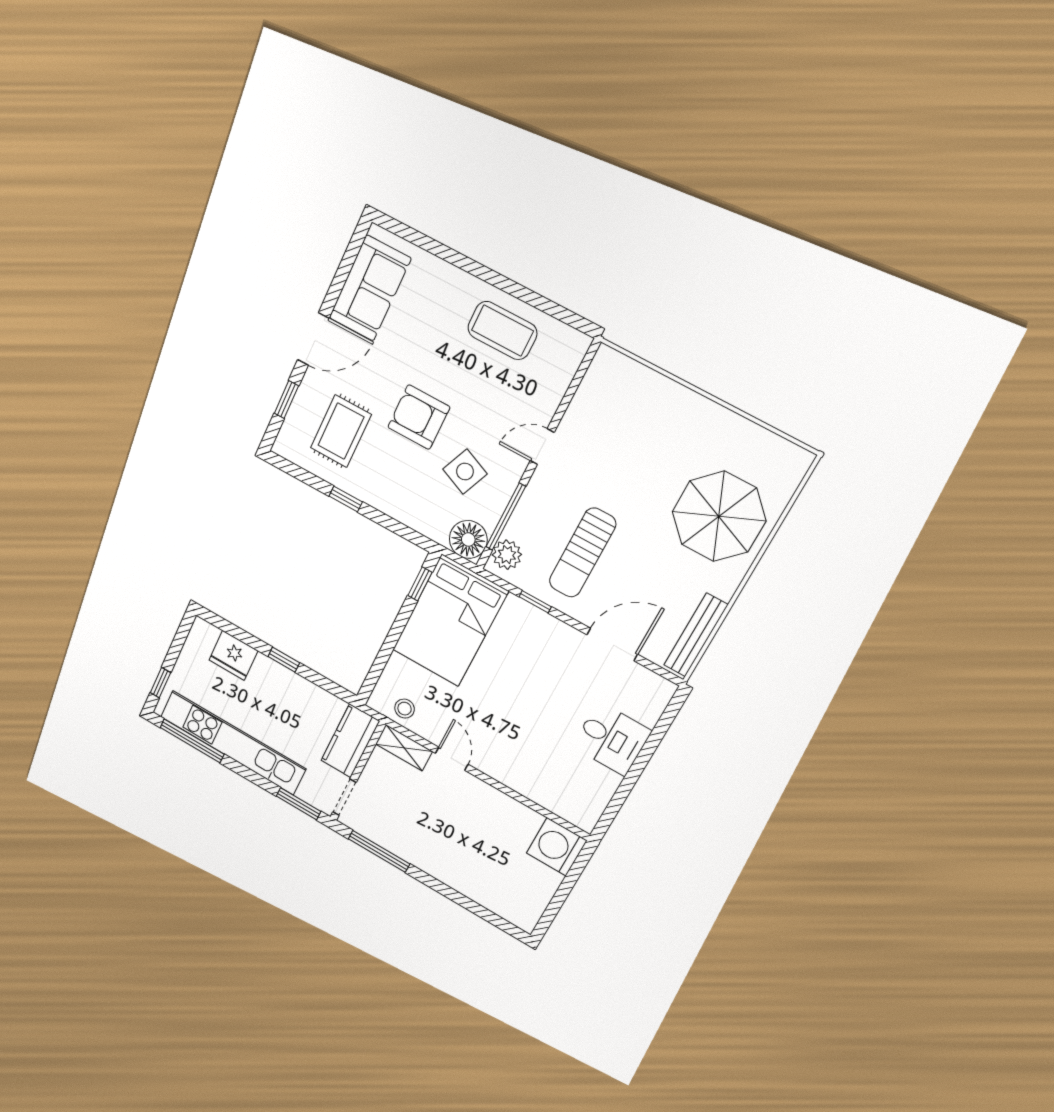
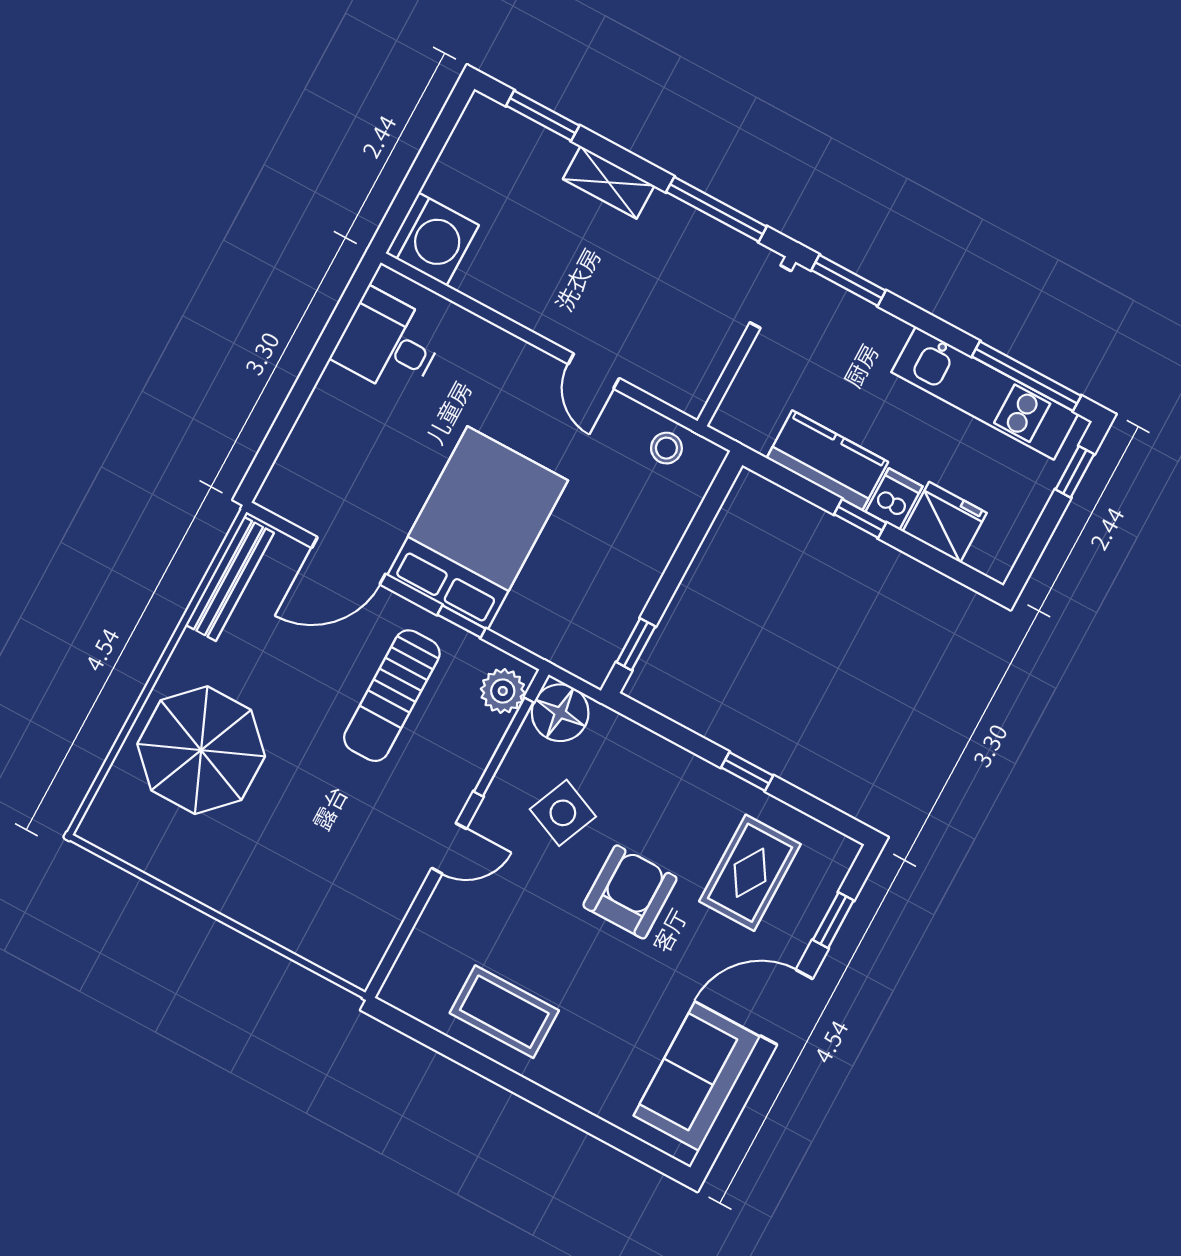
armchair: (419, 417) -> (630, 892), turned -90
sun lounger: (582, 553) -> (392, 696), turned 180
bed: (450, 621) -> (477, 528), moved
dishwasher: (264, 671) -> (894, 499), added
desk: (612, 739) -> (389, 343), moved
kitchen counter: (350, 741) -> (827, 460), moved, turned -90
kitchen unit: (233, 743) -> (985, 393), width x0.73
shelving: (404, 748) -> (609, 182), moved
window: (487, 915) -> (543, 116), added

